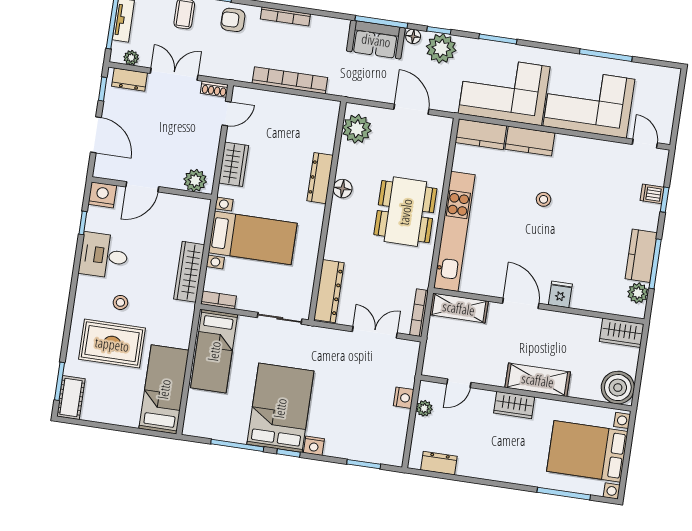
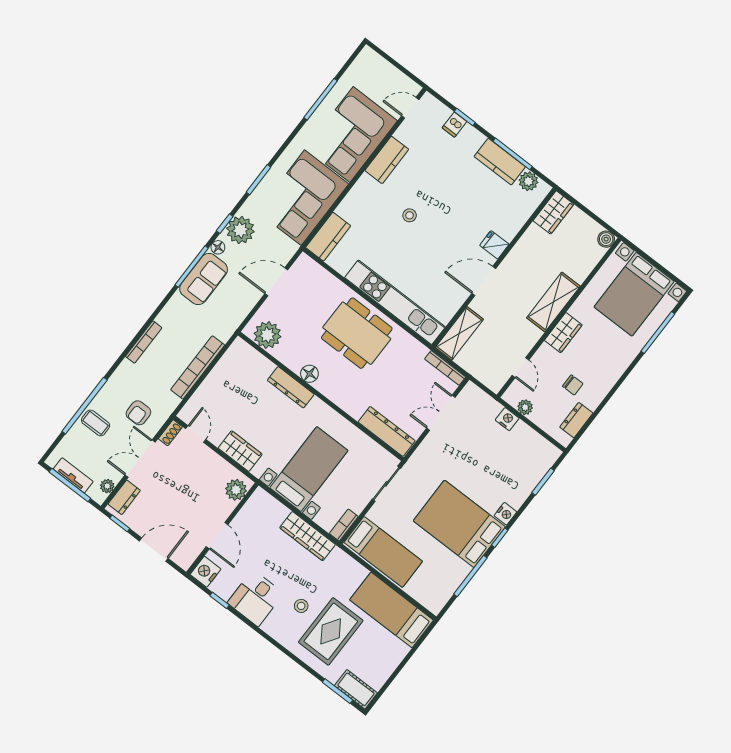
armchair: (233, 20) -> (138, 413), moved
kitchen counter: (530, 141) -> (387, 160), moved
boiler: (618, 388) -> (606, 239), width x0.54, depth x0.54
chair: (470, 441) -> (573, 385), added

